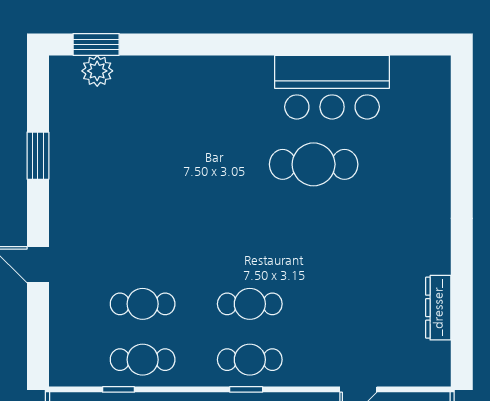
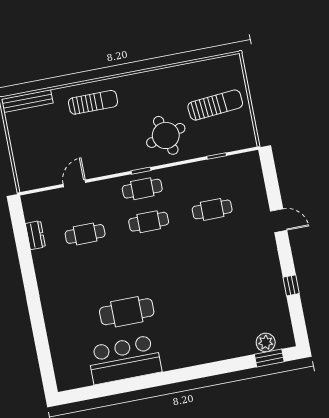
window: (38, 156) -> (291, 285), width x0.67
dresser: (438, 308) -> (35, 235), width x0.70
cafe table: (143, 360) -> (85, 234), moved

